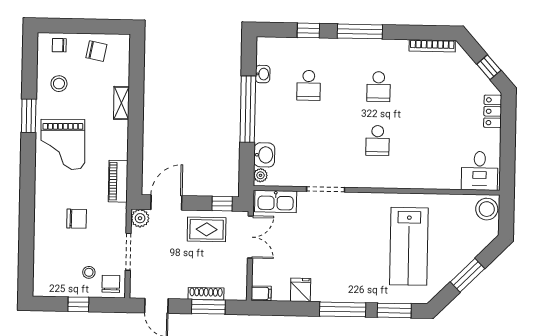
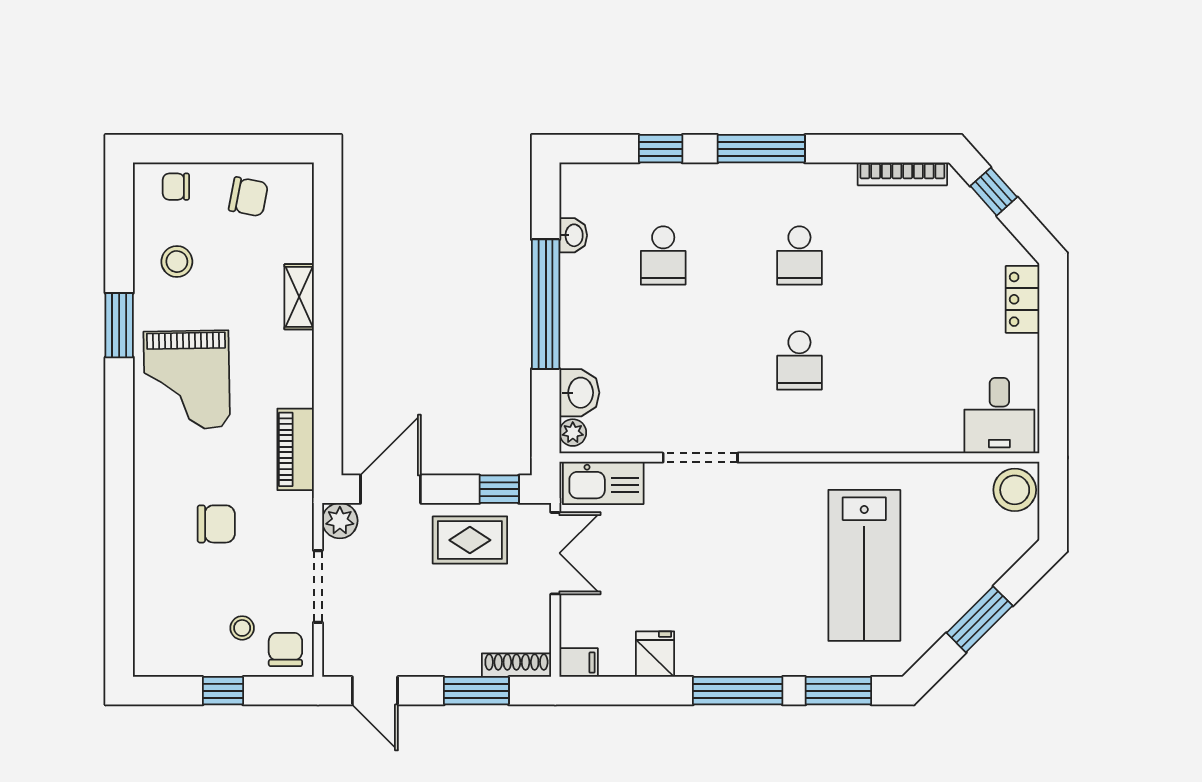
window: (489, 67) -> (994, 192), moved
shoe rack: (206, 294) -> (516, 665), moved

